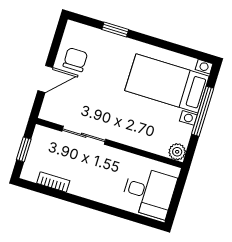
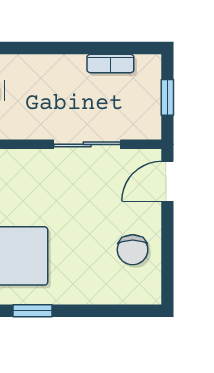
window: (115, 30) -> (32, 311), moved
door: (45, 79) -> (167, 181), moved

